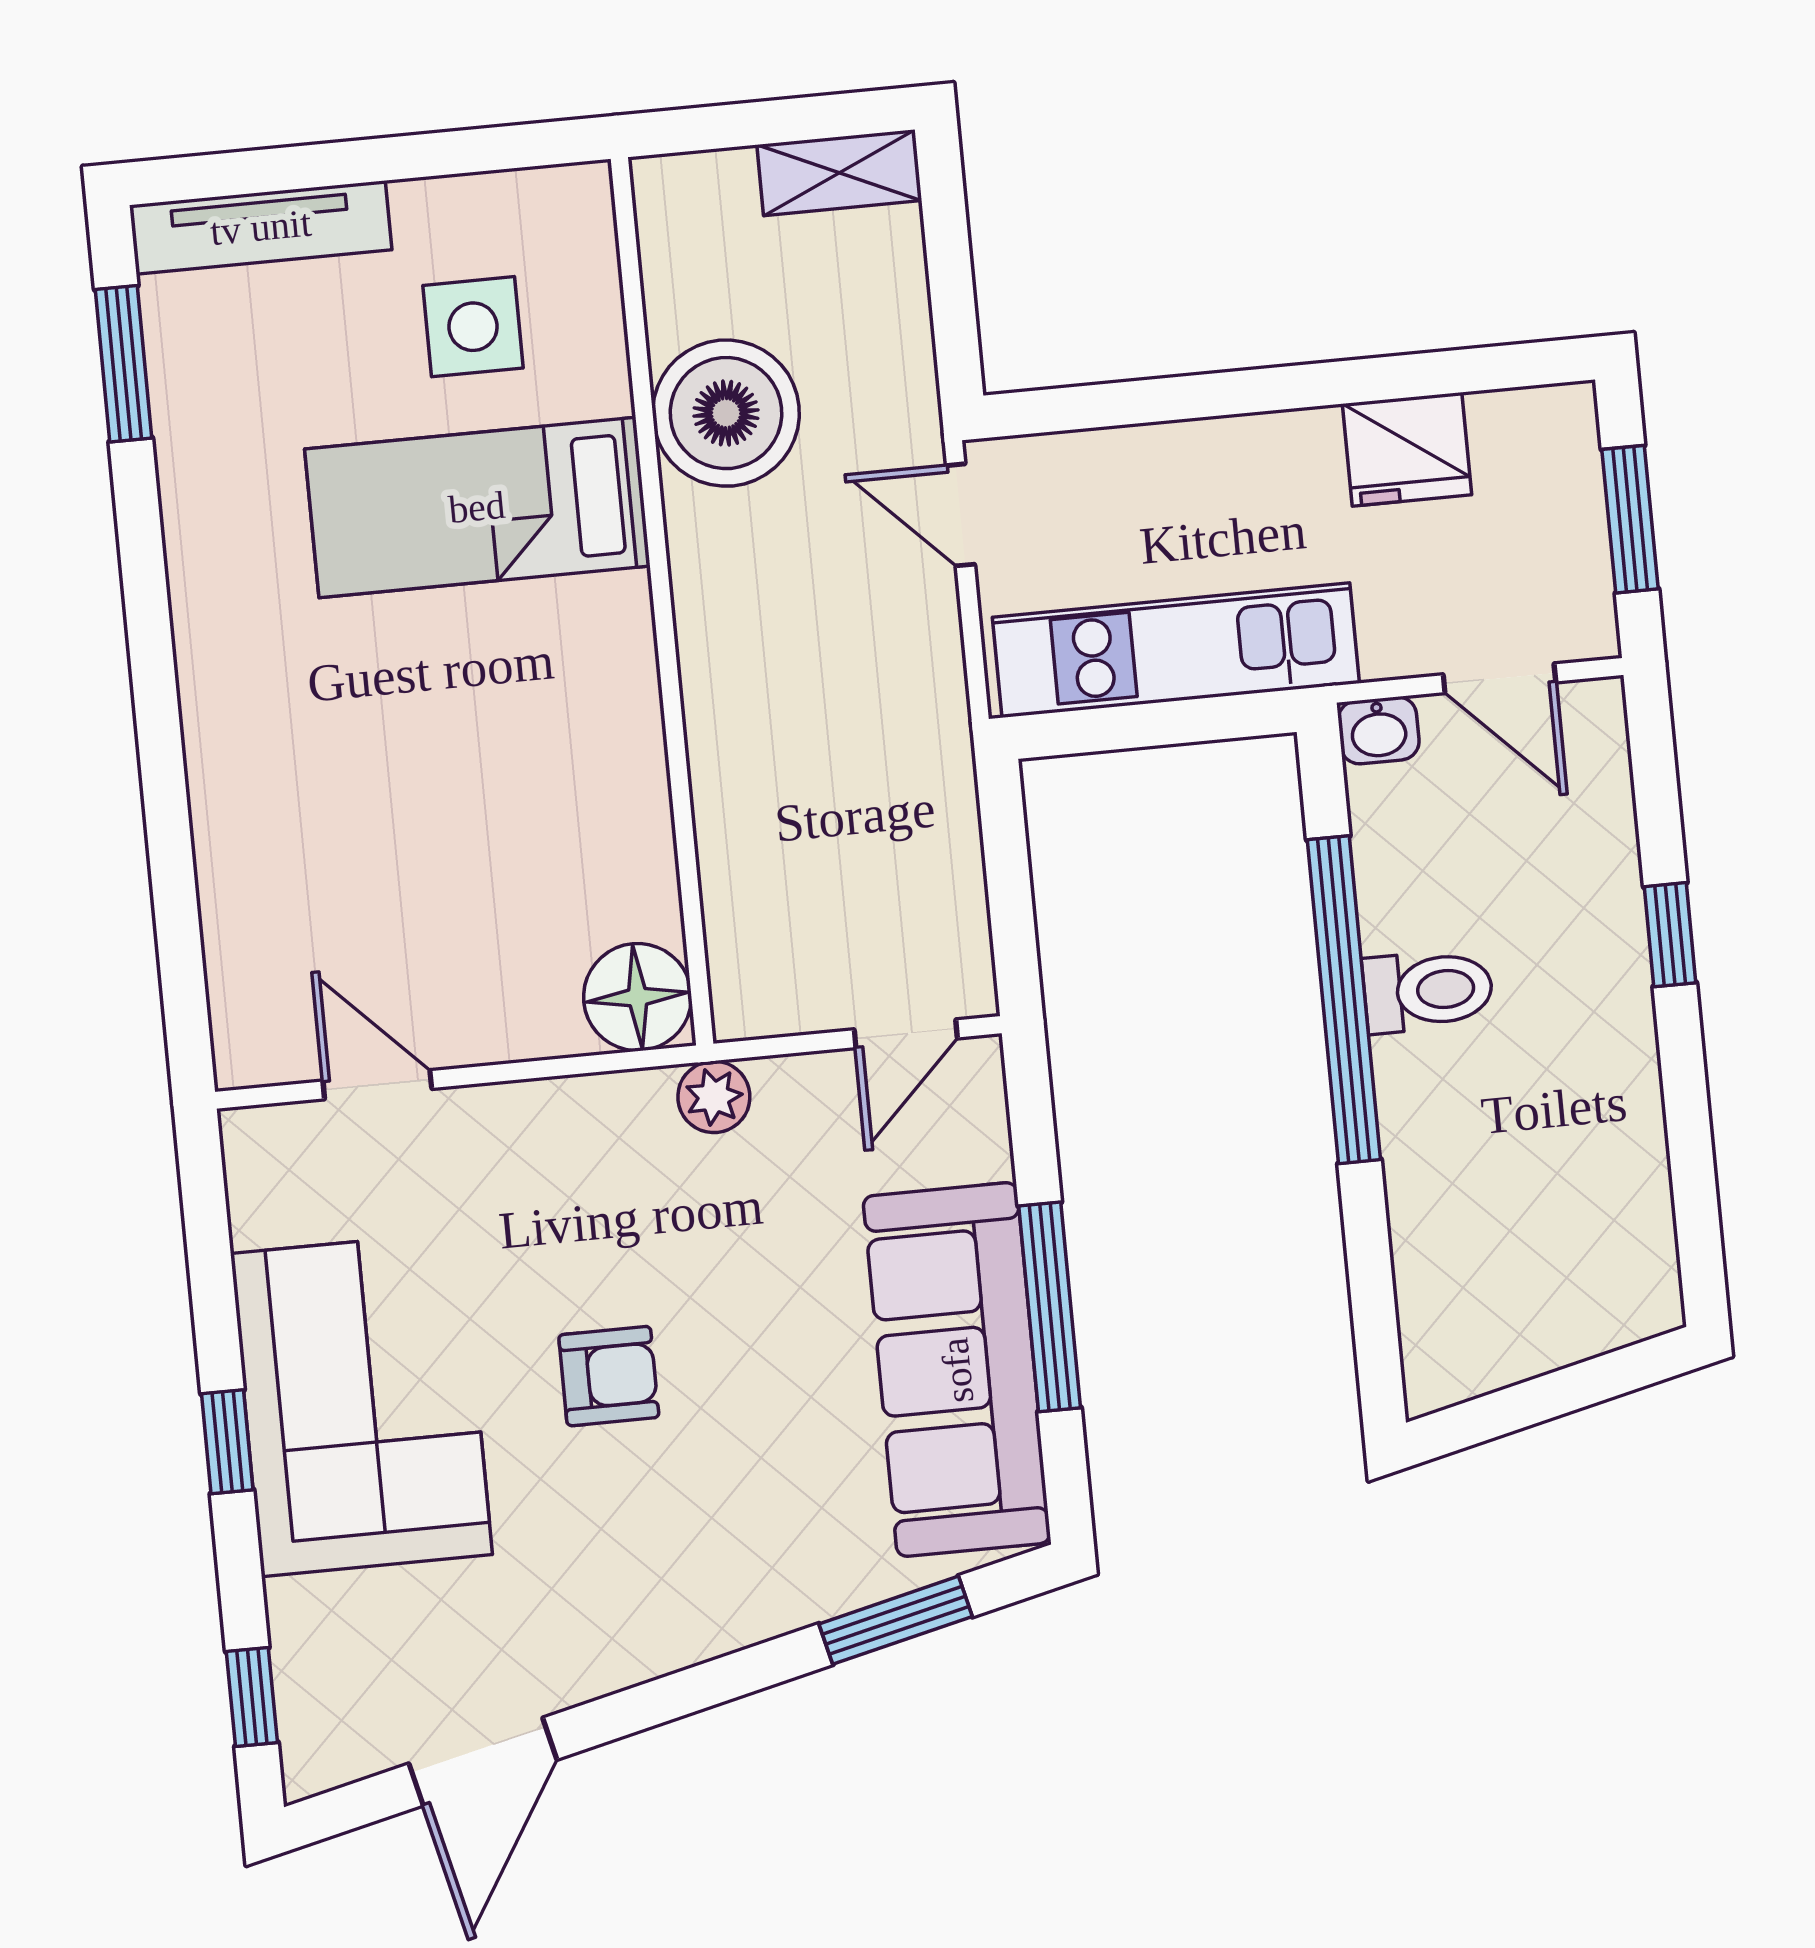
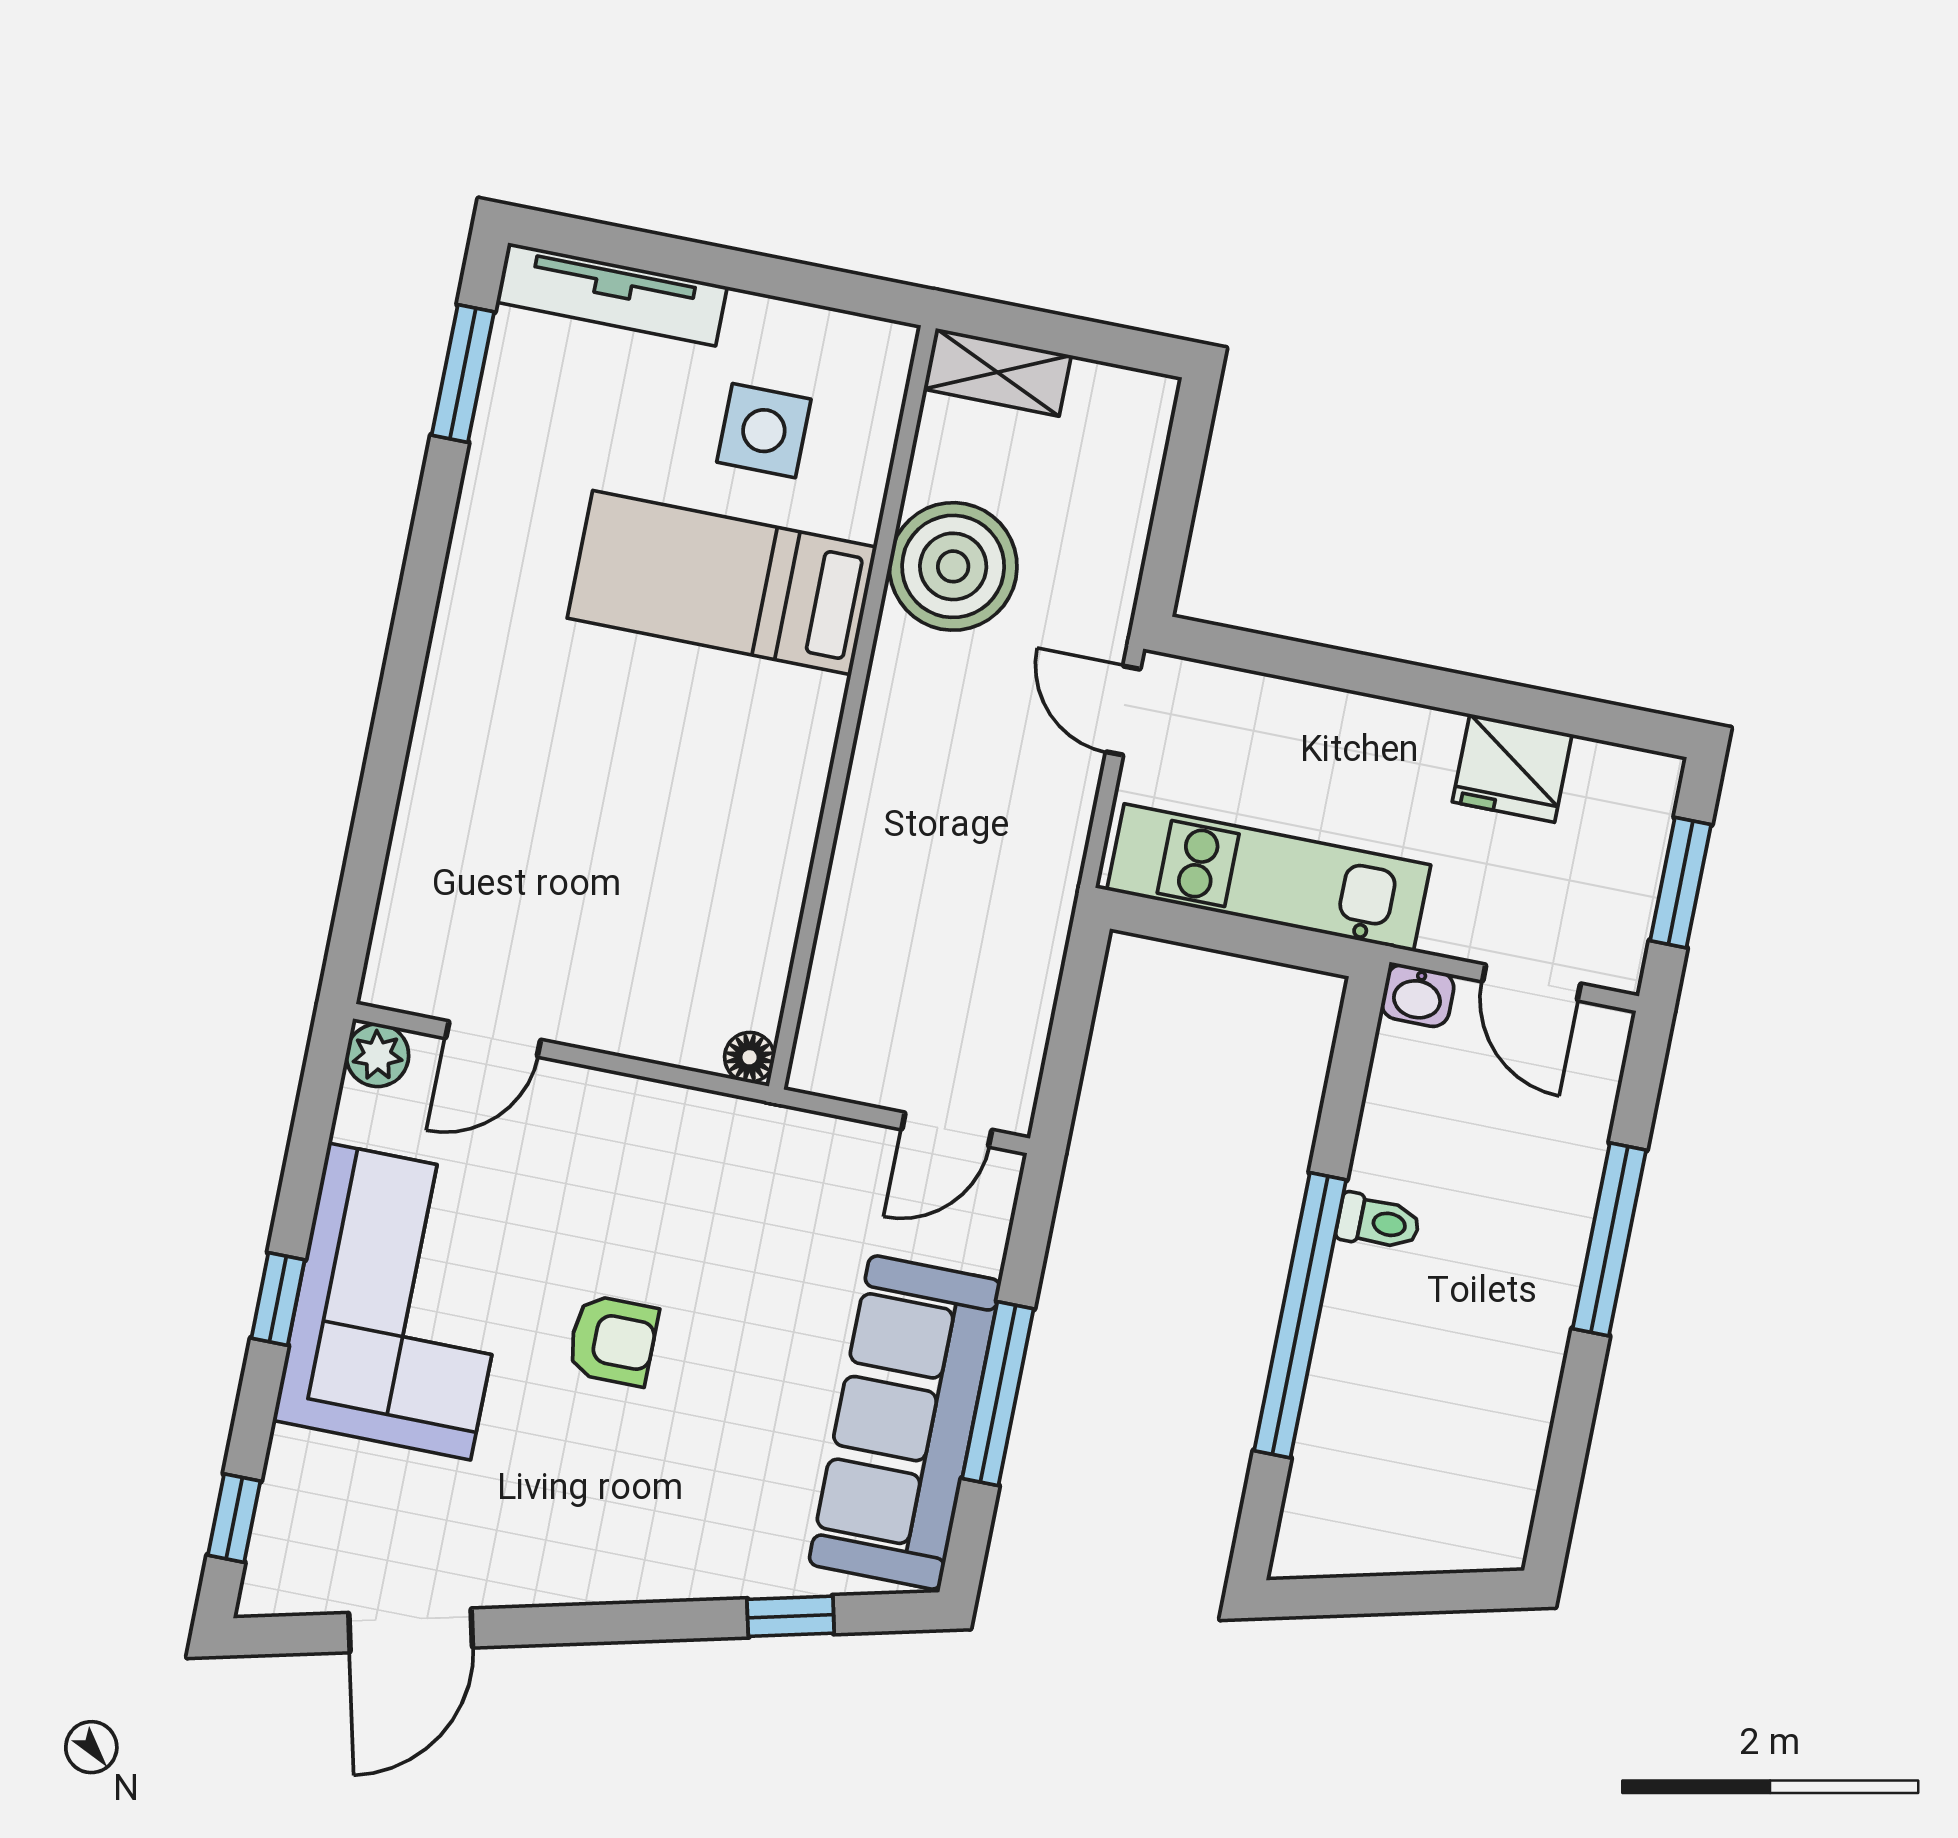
shelving: (839, 173) -> (997, 372), moved
window: (1670, 935) -> (1609, 1239), width x2.17
toilet: (1428, 991) -> (1378, 1222), width x0.73, depth x0.72
floor lamp: (638, 997) -> (750, 1057), width x0.53, depth x0.53
window: (1344, 1000) -> (1300, 1315), moved
door: (377, 1085) -> (493, 1039), swing flipped
plant: (714, 1097) -> (377, 1055), moved
window: (896, 1620) -> (791, 1616), width x0.67

